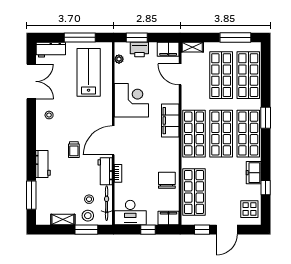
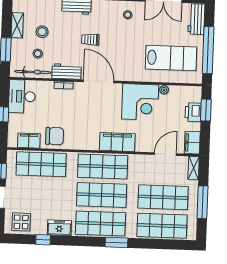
window: (80, 37) -> (208, 50), width x1.46
window: (235, 37) -> (202, 202), moved
plant: (119, 59) -> (164, 90), moved
stool: (88, 216) -> (42, 32), moved
filing cabinet: (169, 218) -> (29, 141), moved, turned -90

